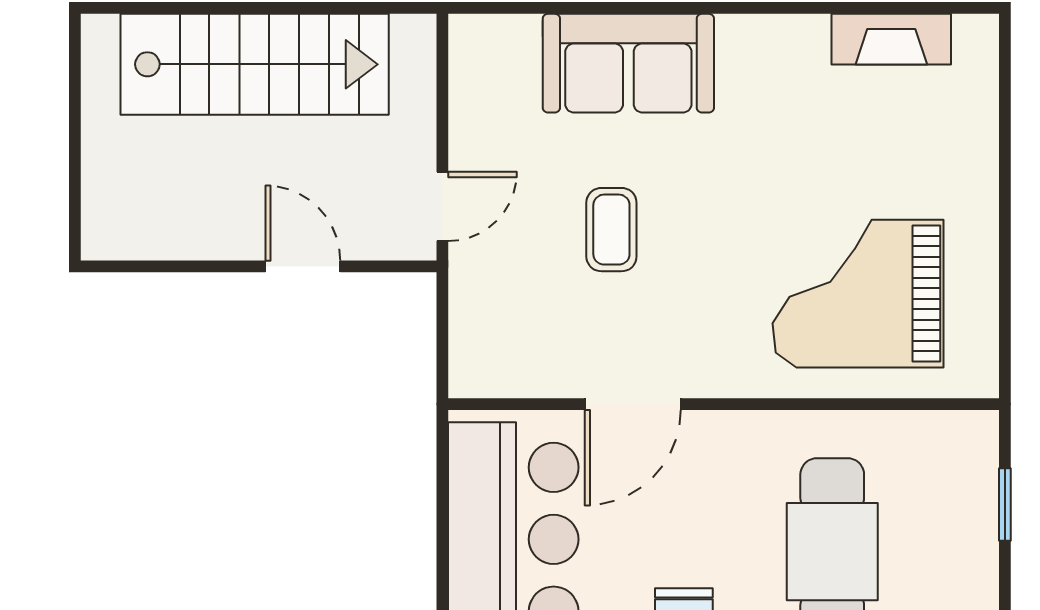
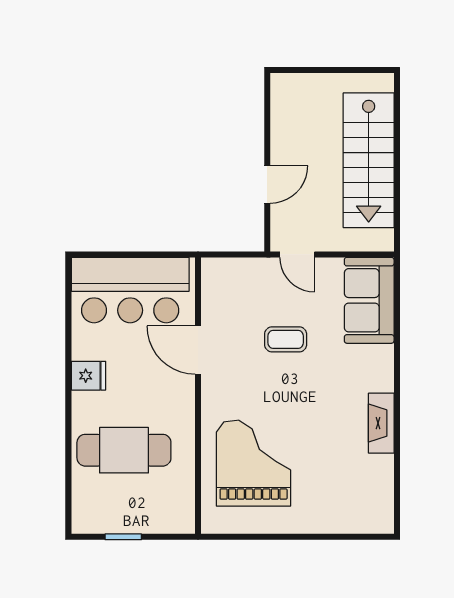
fireplace: (891, 39) -> (381, 423), moved
sofa: (628, 63) -> (369, 300), moved
window: (1005, 504) -> (123, 537), moved

